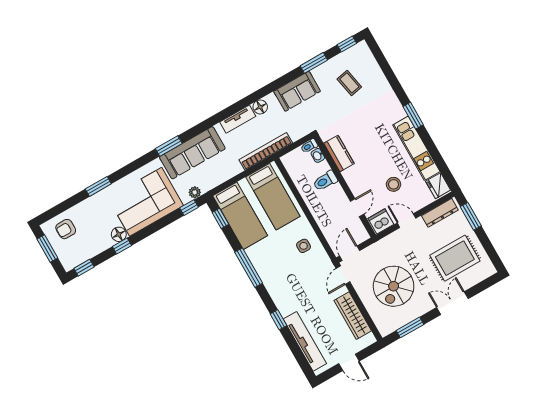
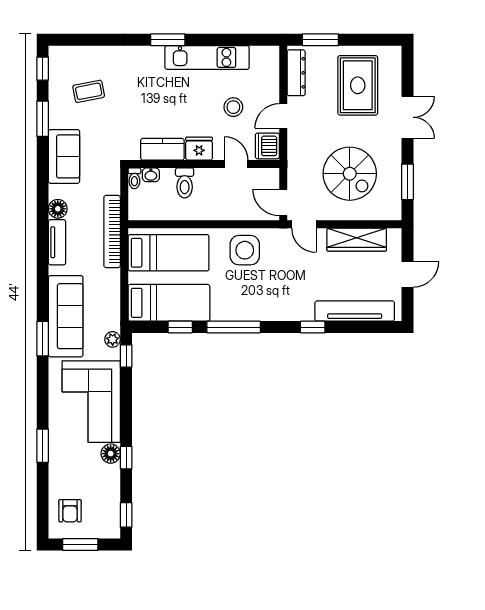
fridge: (438, 186) -> (199, 149), moved, turned 180
window: (220, 218) -> (180, 327), moved
side table: (304, 246) -> (245, 250), width x1.87, depth x1.87
double door: (452, 303) -> (408, 117), swing flipped

